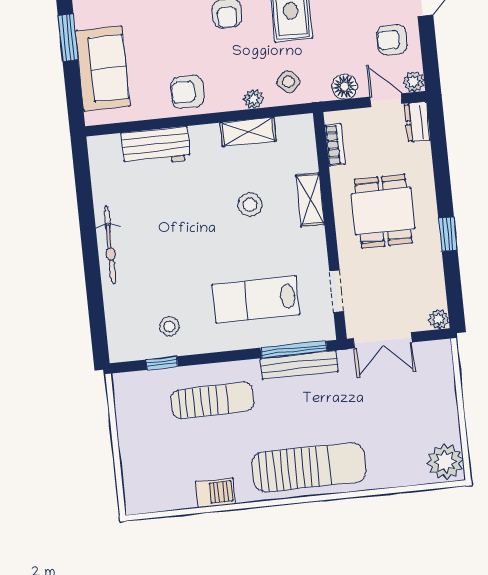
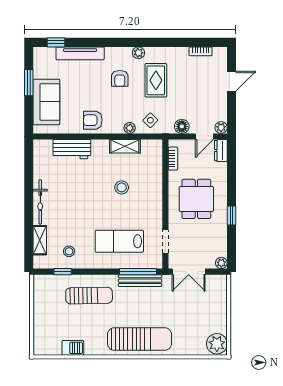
armchair: (392, 40) -> (211, 103), removed
door: (386, 100) -> (204, 136), swing flipped
shelving: (310, 200) -> (40, 240), moved
barbecue: (215, 493) -> (73, 348), moved

